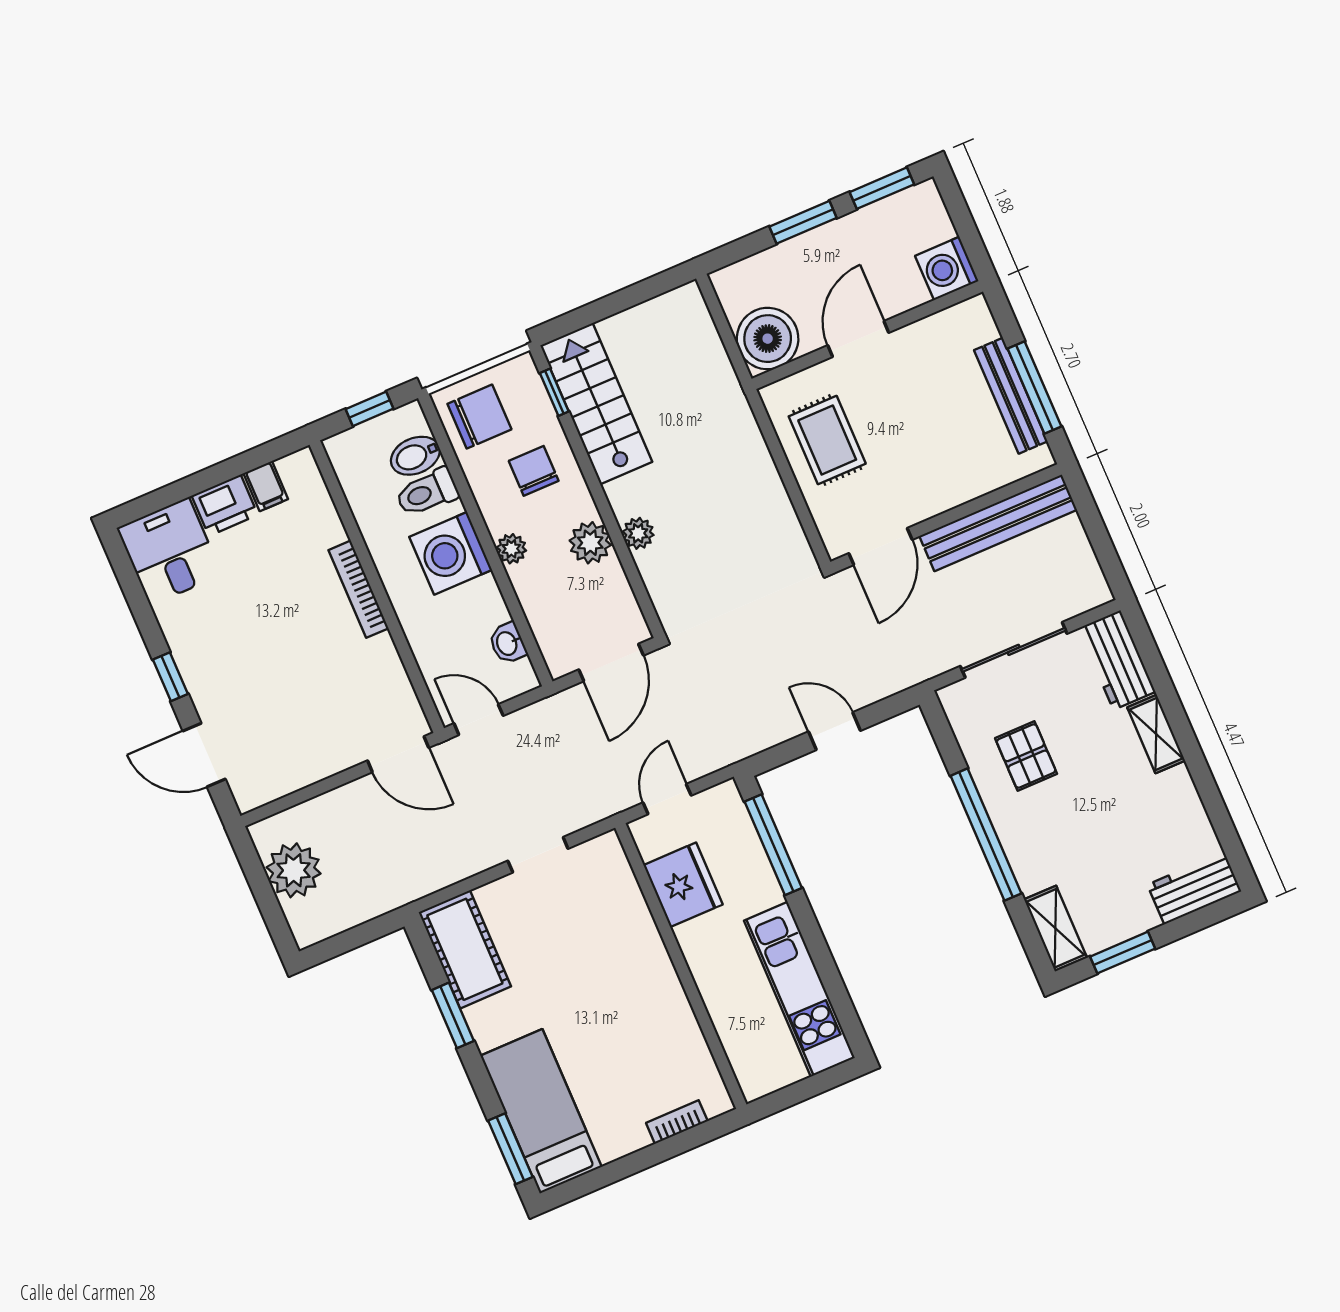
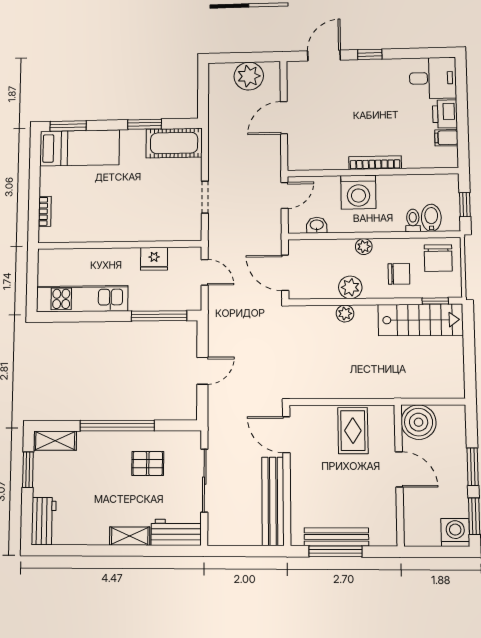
washing machine: (947, 268) -> (455, 532), moved
rug: (827, 440) -> (353, 431), turned 90
toilet: (427, 492) -> (413, 220), width x0.73, depth x0.72
washing machine: (451, 553) -> (358, 192), moved, turned 180
door: (398, 754) -> (284, 118), moved
fridge: (683, 885) -> (154, 259), width x0.73, depth x0.75

